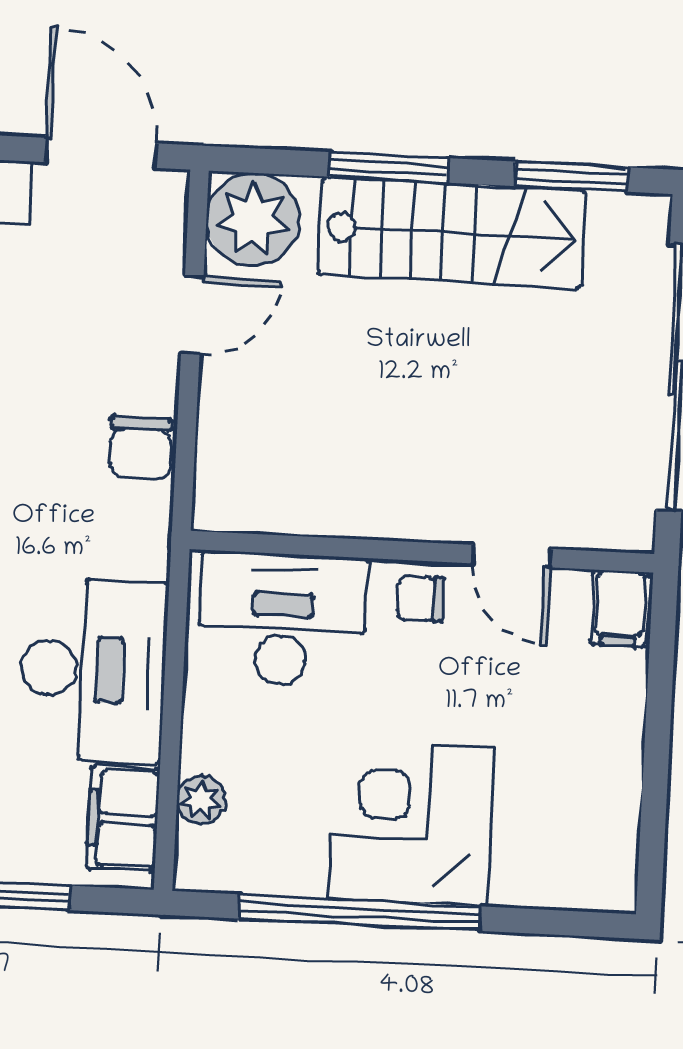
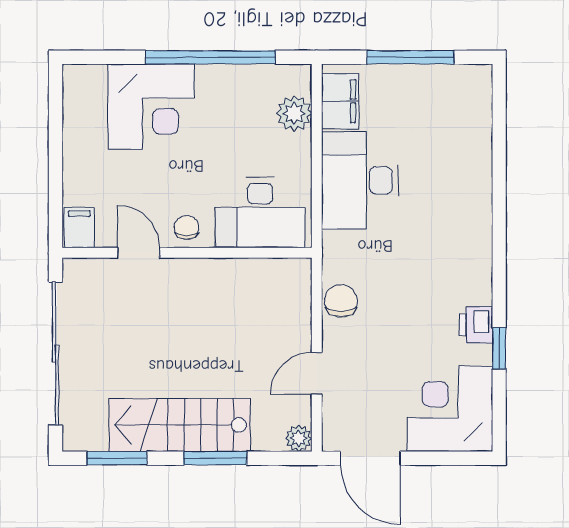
plant: (253, 219) -> (298, 438), width x0.53, depth x0.53
chair: (420, 598) -> (187, 228), turned -90
plant: (201, 800) -> (294, 113), width x1.38, depth x1.38
corner desk: (411, 823) -> (151, 107), moved

